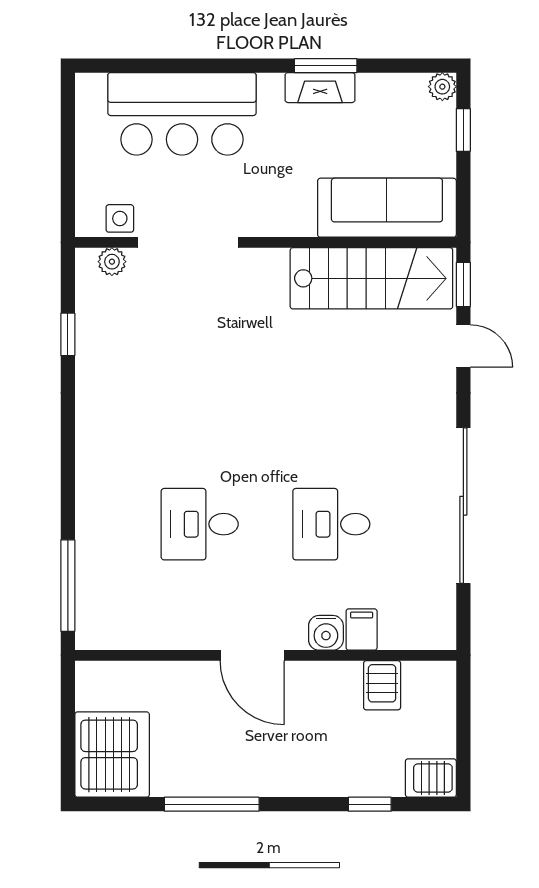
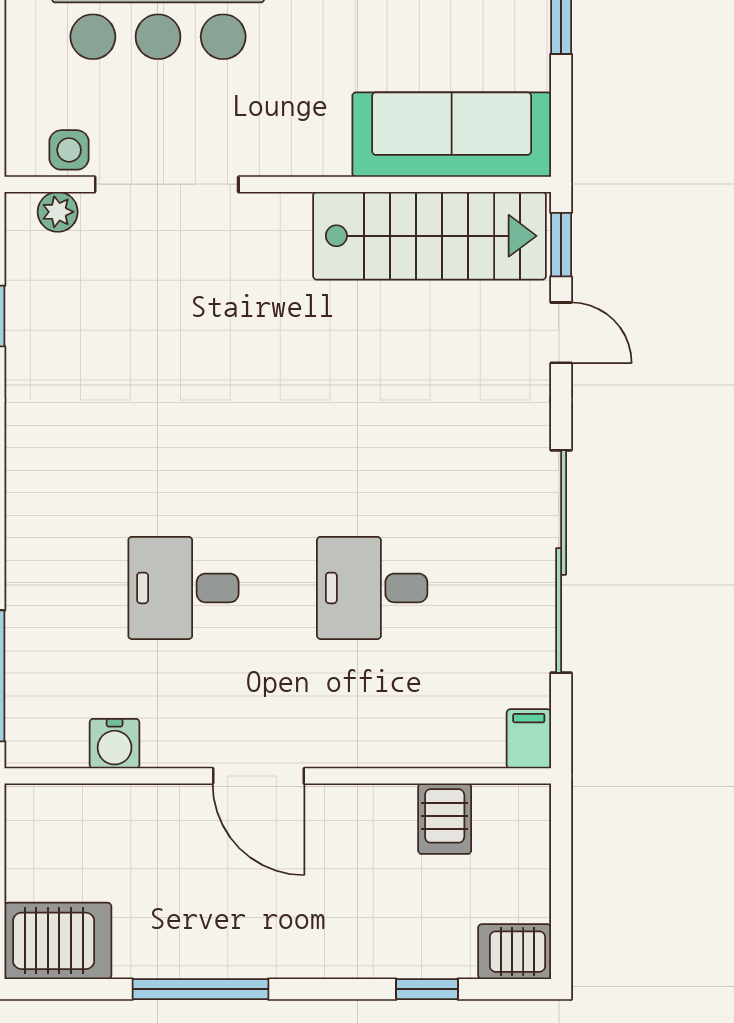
filing cabinet: (362, 629) -> (529, 739), moved
water cooler: (326, 633) -> (115, 744), moved
server rack: (112, 755) -> (58, 941), width x0.63

